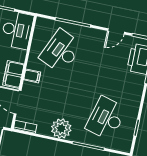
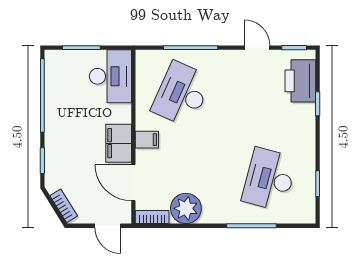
door: (116, 31) -> (257, 48), swing flipped
plant: (61, 129) -> (186, 208), moved

